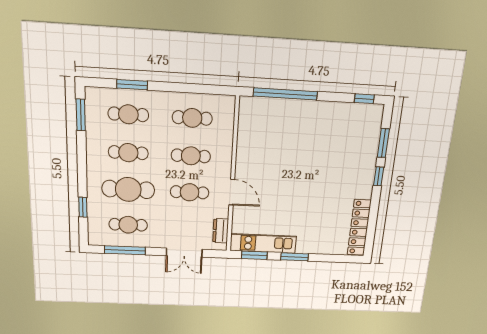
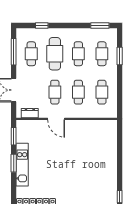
window: (285, 94) -> (120, 148), removed
door: (232, 192) -> (56, 119), hinge flipped
kitchen unit: (263, 243) -> (22, 165), moved

